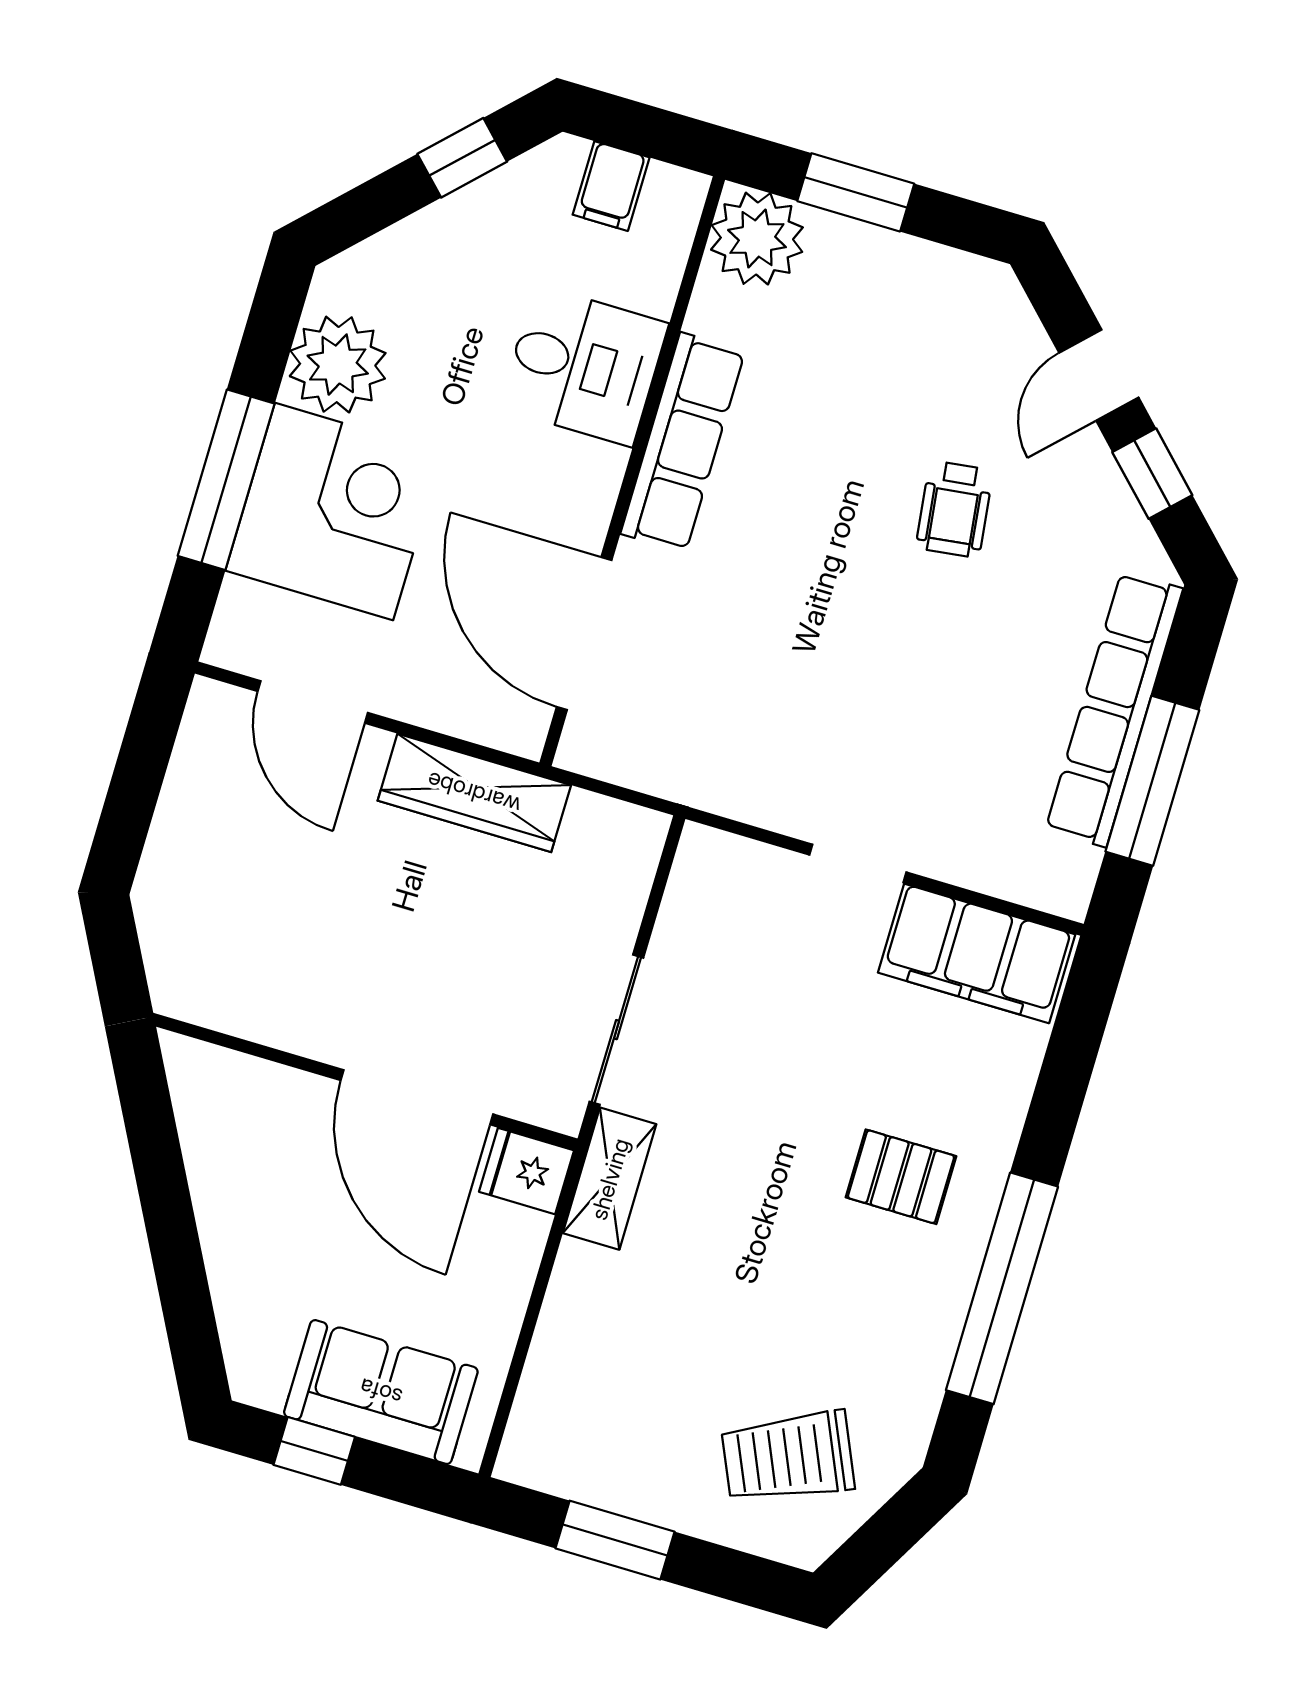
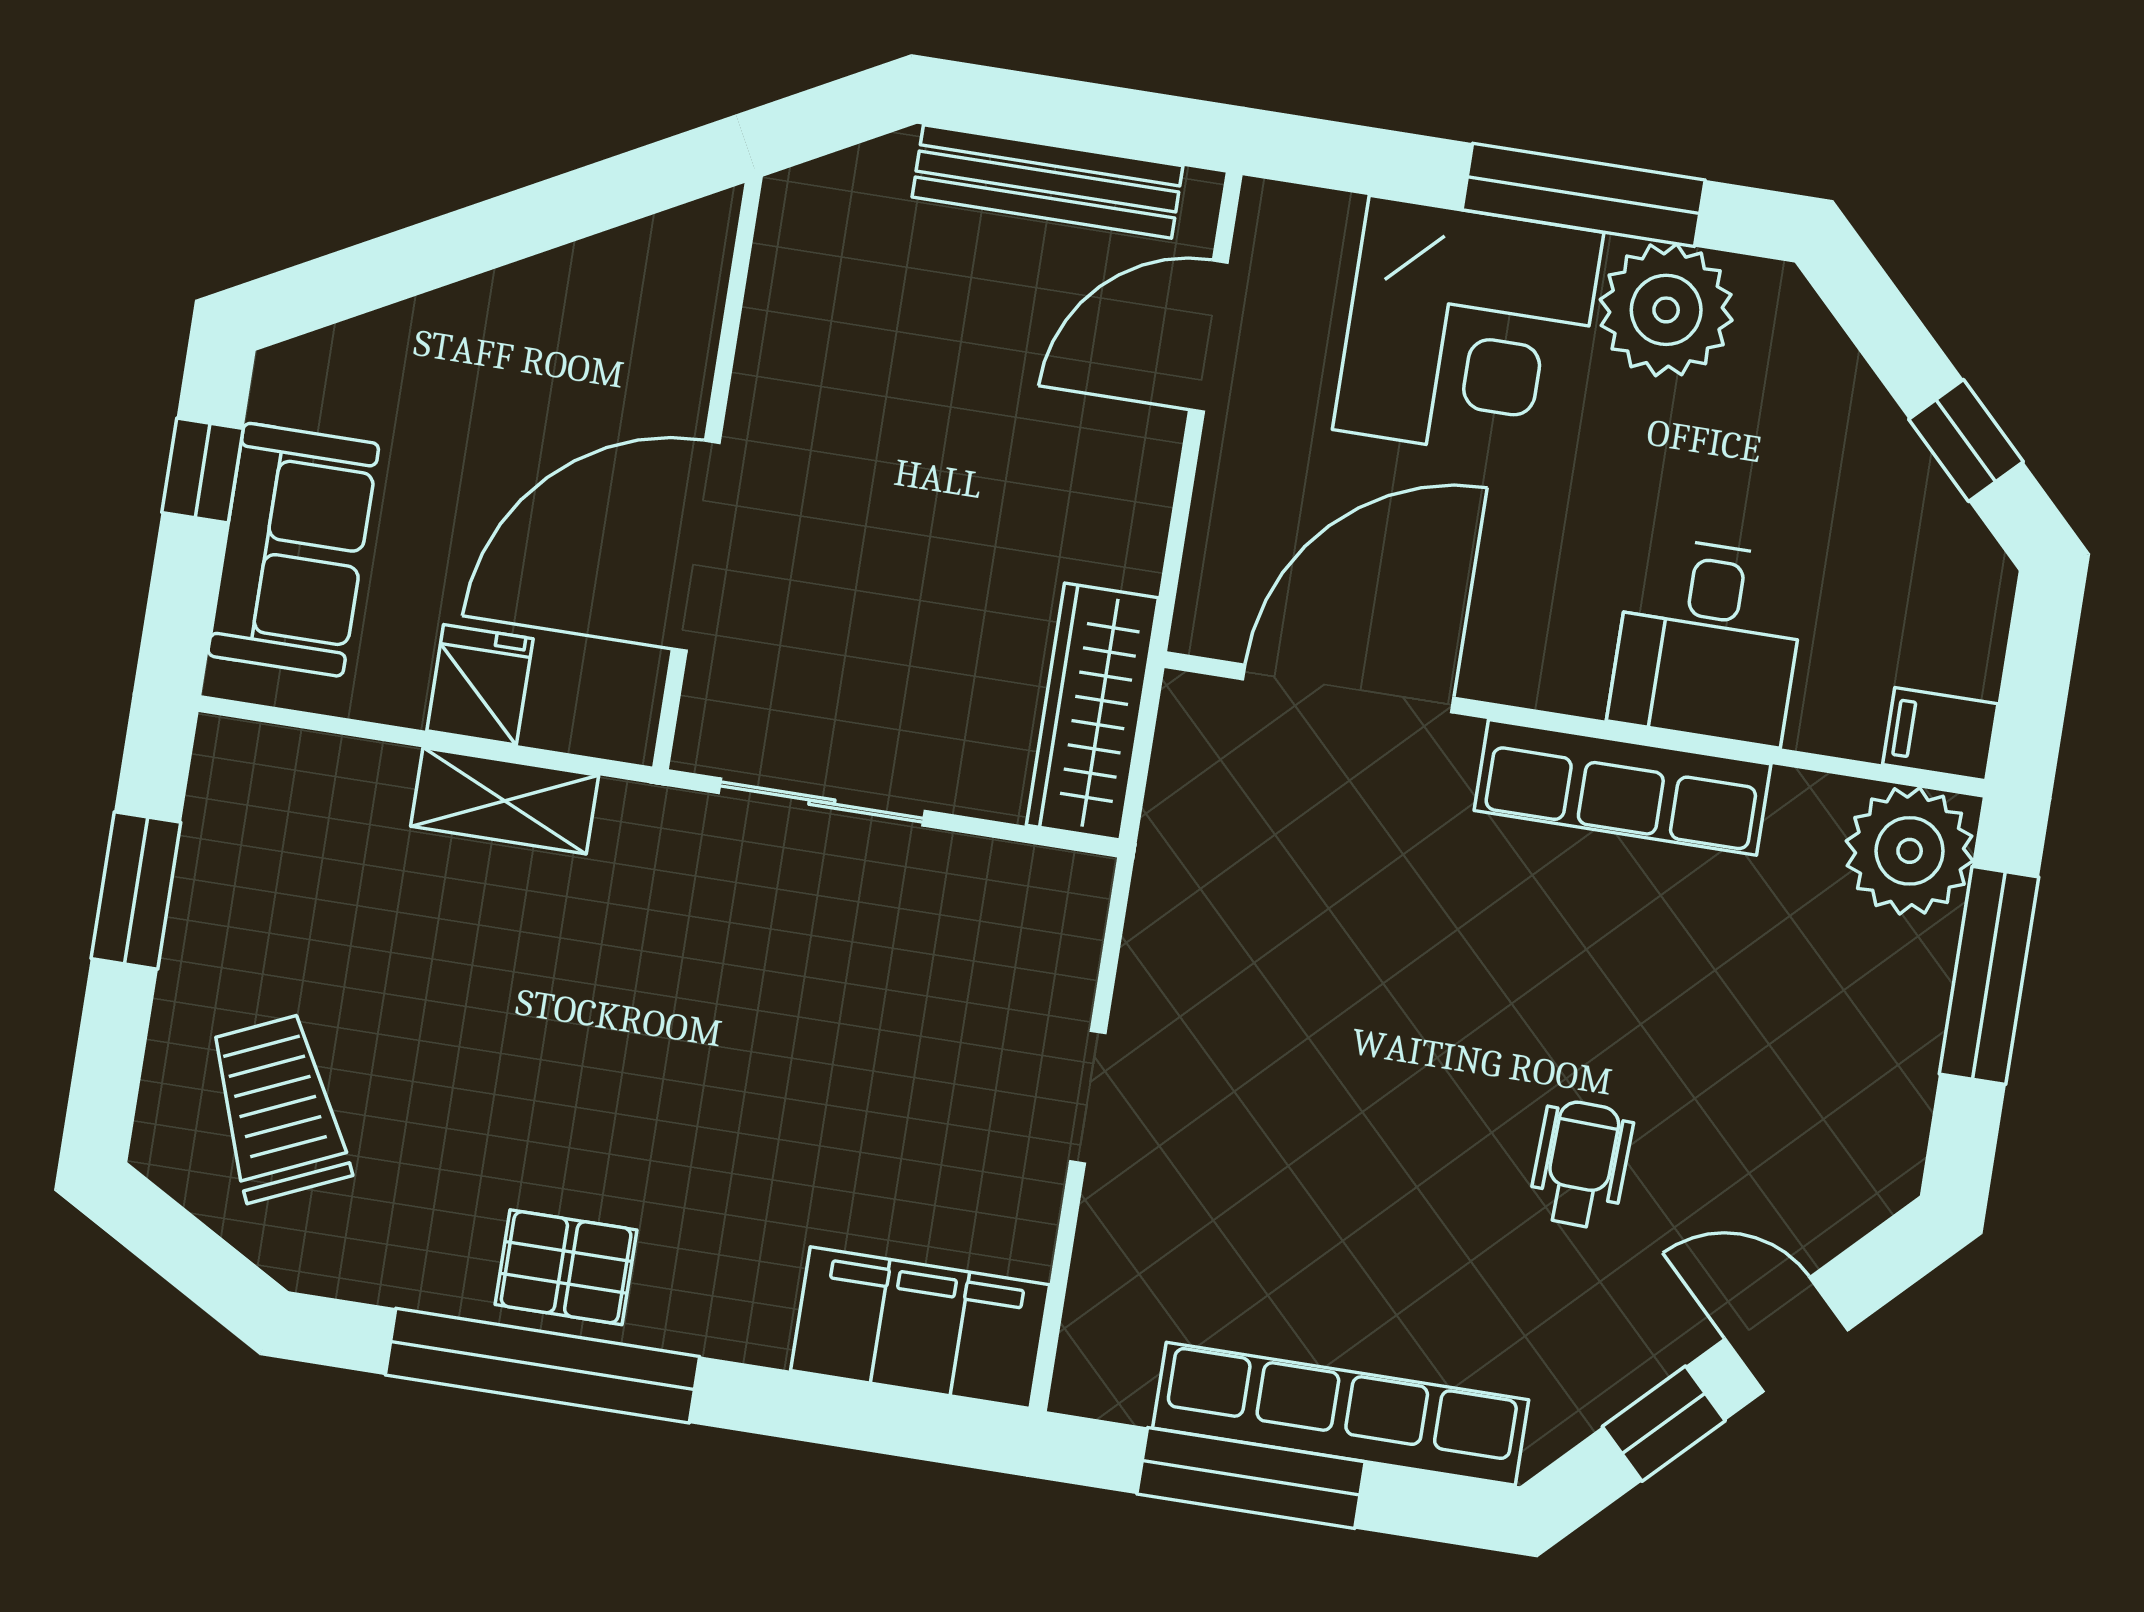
filing cabinet: (611, 186) -> (1940, 734), moved
window: (856, 192) -> (1989, 975), width x1.44
window: (226, 480) -> (1584, 195), moved
wheelchair: (954, 509) -> (1581, 1164), turned 99
wardrobe: (474, 793) -> (1092, 712), moved
bench: (184, 805) -> (1047, 181), added
filing cabinet: (977, 953) -> (920, 1328), moved, turned 90
fridge: (527, 1171) -> (480, 685), moved
pallet: (901, 1177) -> (566, 1267), moved, turned 90
shelving: (610, 1179) -> (505, 801), moved

